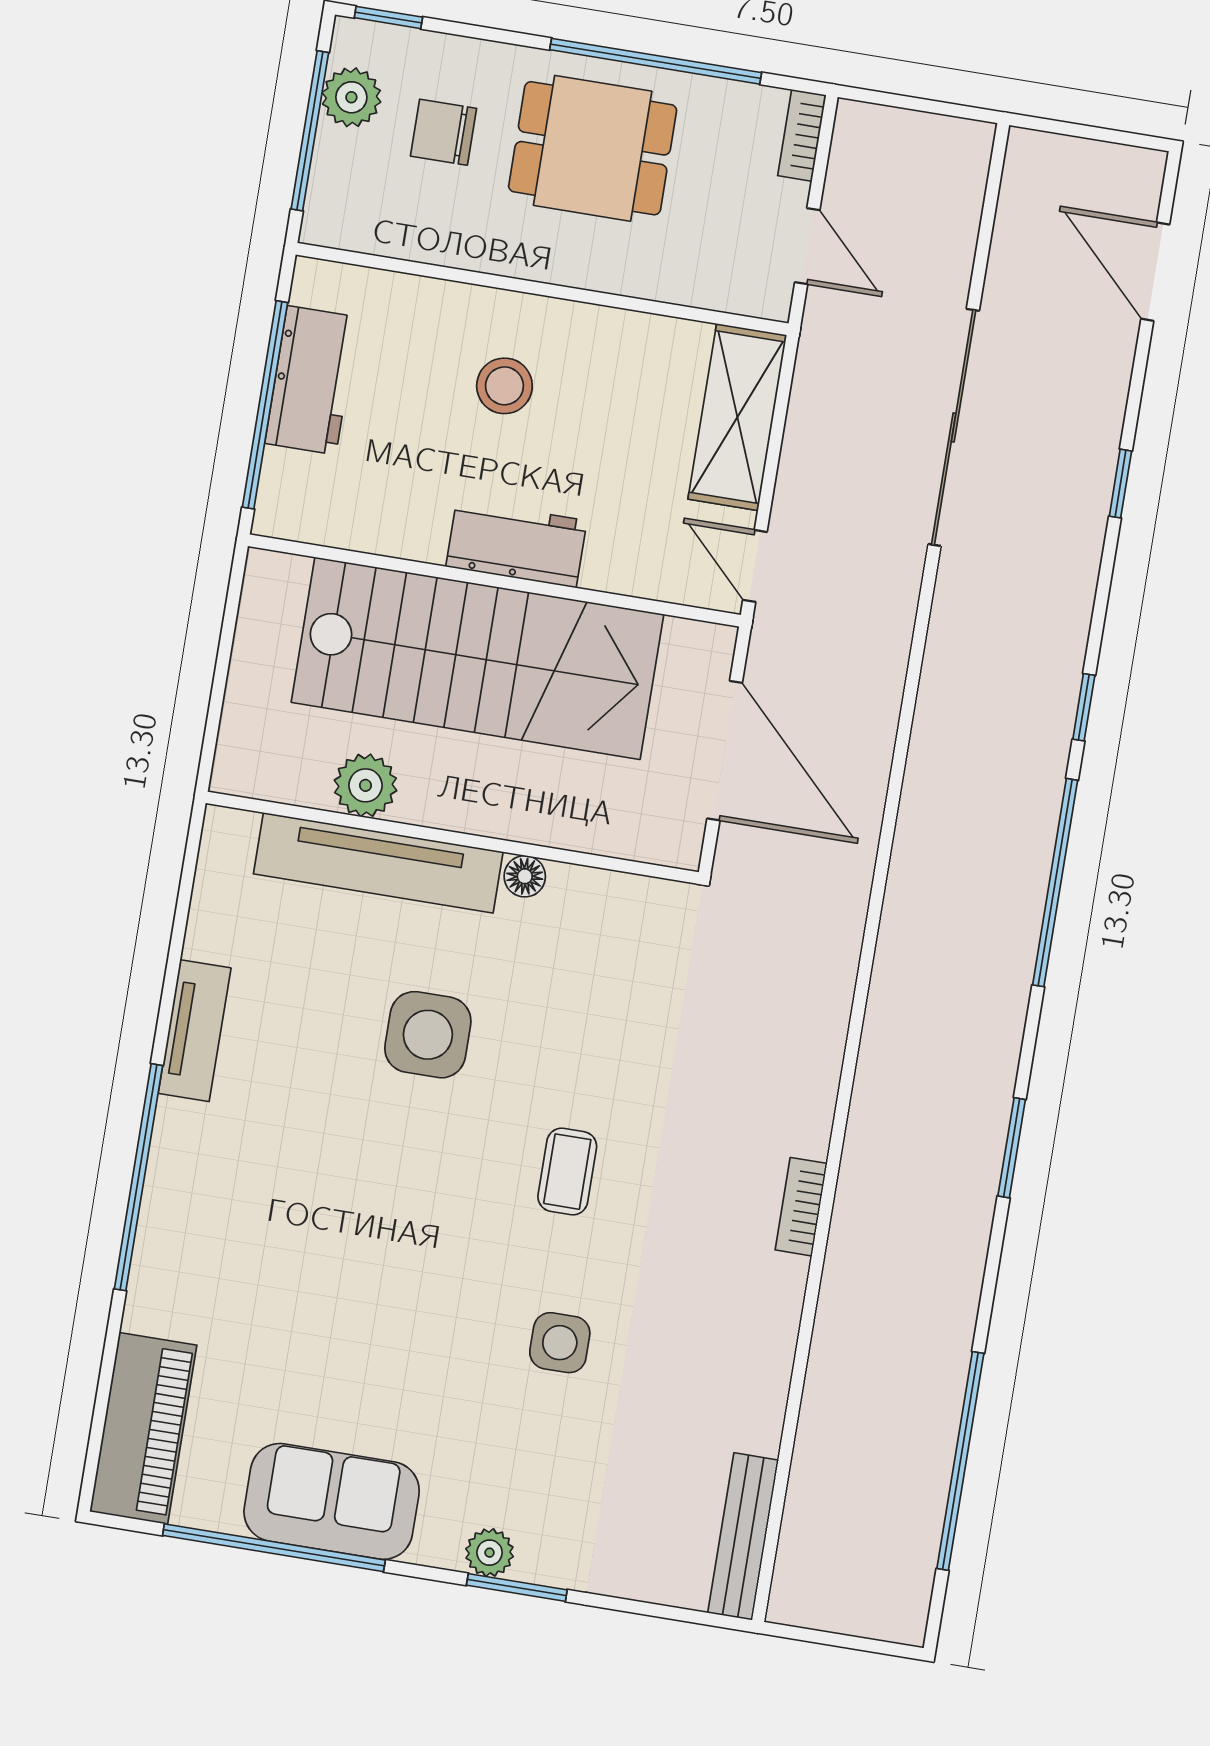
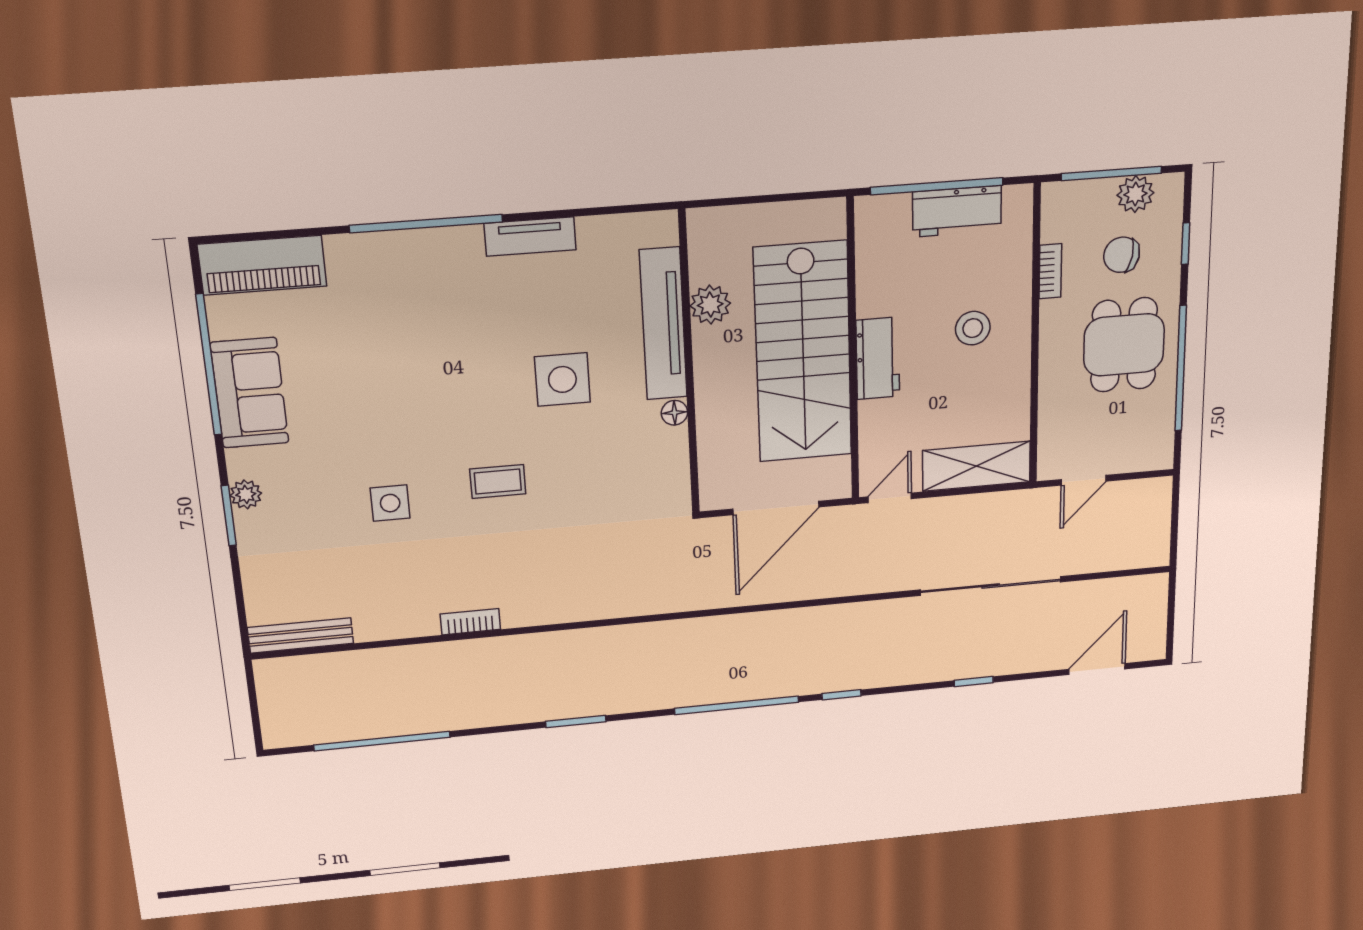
window: (388, 17) -> (1186, 244), moved
chair: (443, 132) -> (1122, 255), turned -79
bookcase: (802, 135) -> (1050, 271), moved, turned 90
bookcase: (801, 1207) -> (470, 622), moved

